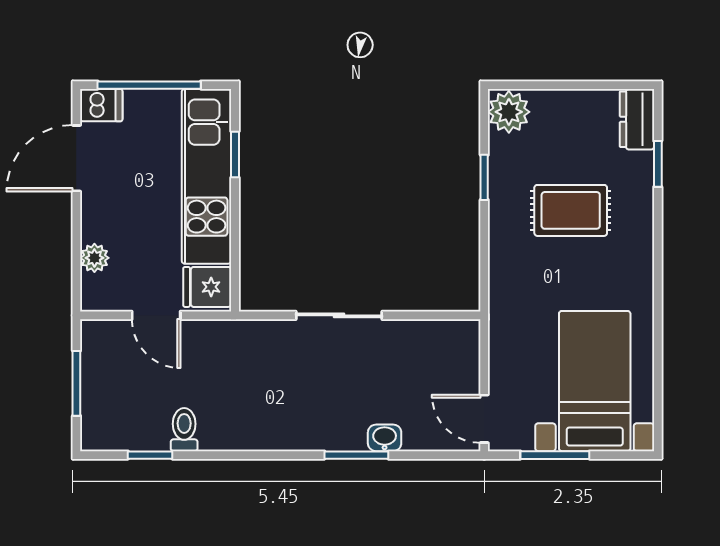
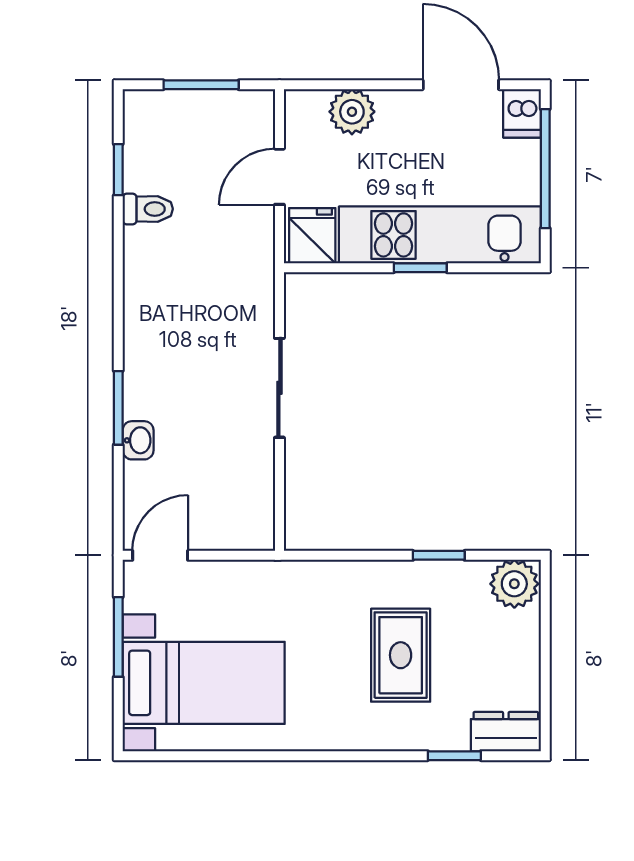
window: (235, 154) -> (420, 268), moved
plant: (94, 258) -> (352, 112), width x1.38, depth x1.38

